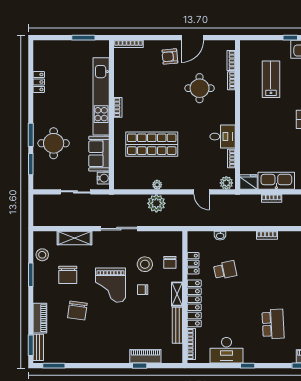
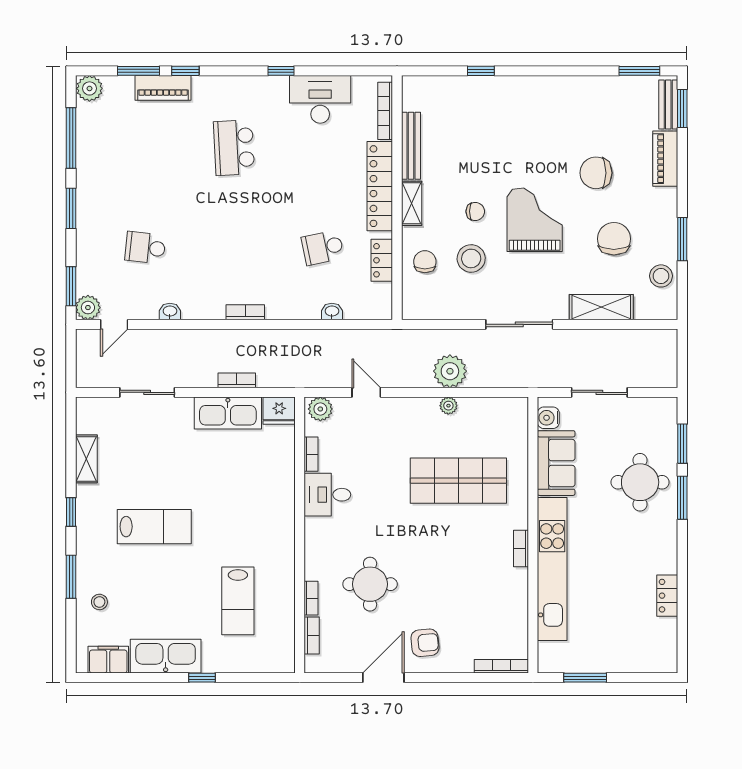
chair: (77, 311) -> (596, 173), turned -98
piano: (145, 356) -> (470, 88), removed

